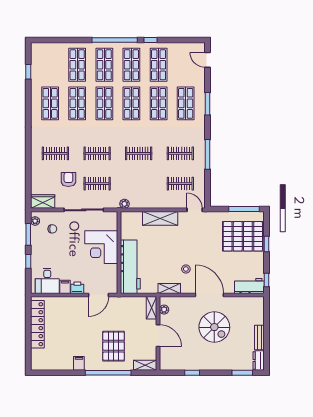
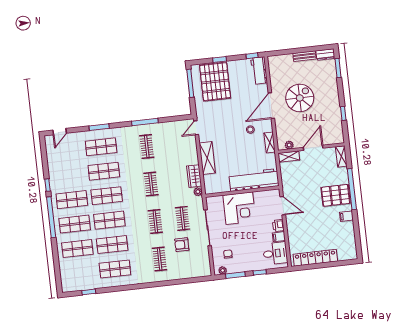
shop shelf: (159, 65) -> (69, 175), removed
clothes rail: (180, 184) -> (174, 143), removed
wardrobe: (43, 202) -> (194, 176), moved
pallet: (114, 346) -> (336, 195), moved

